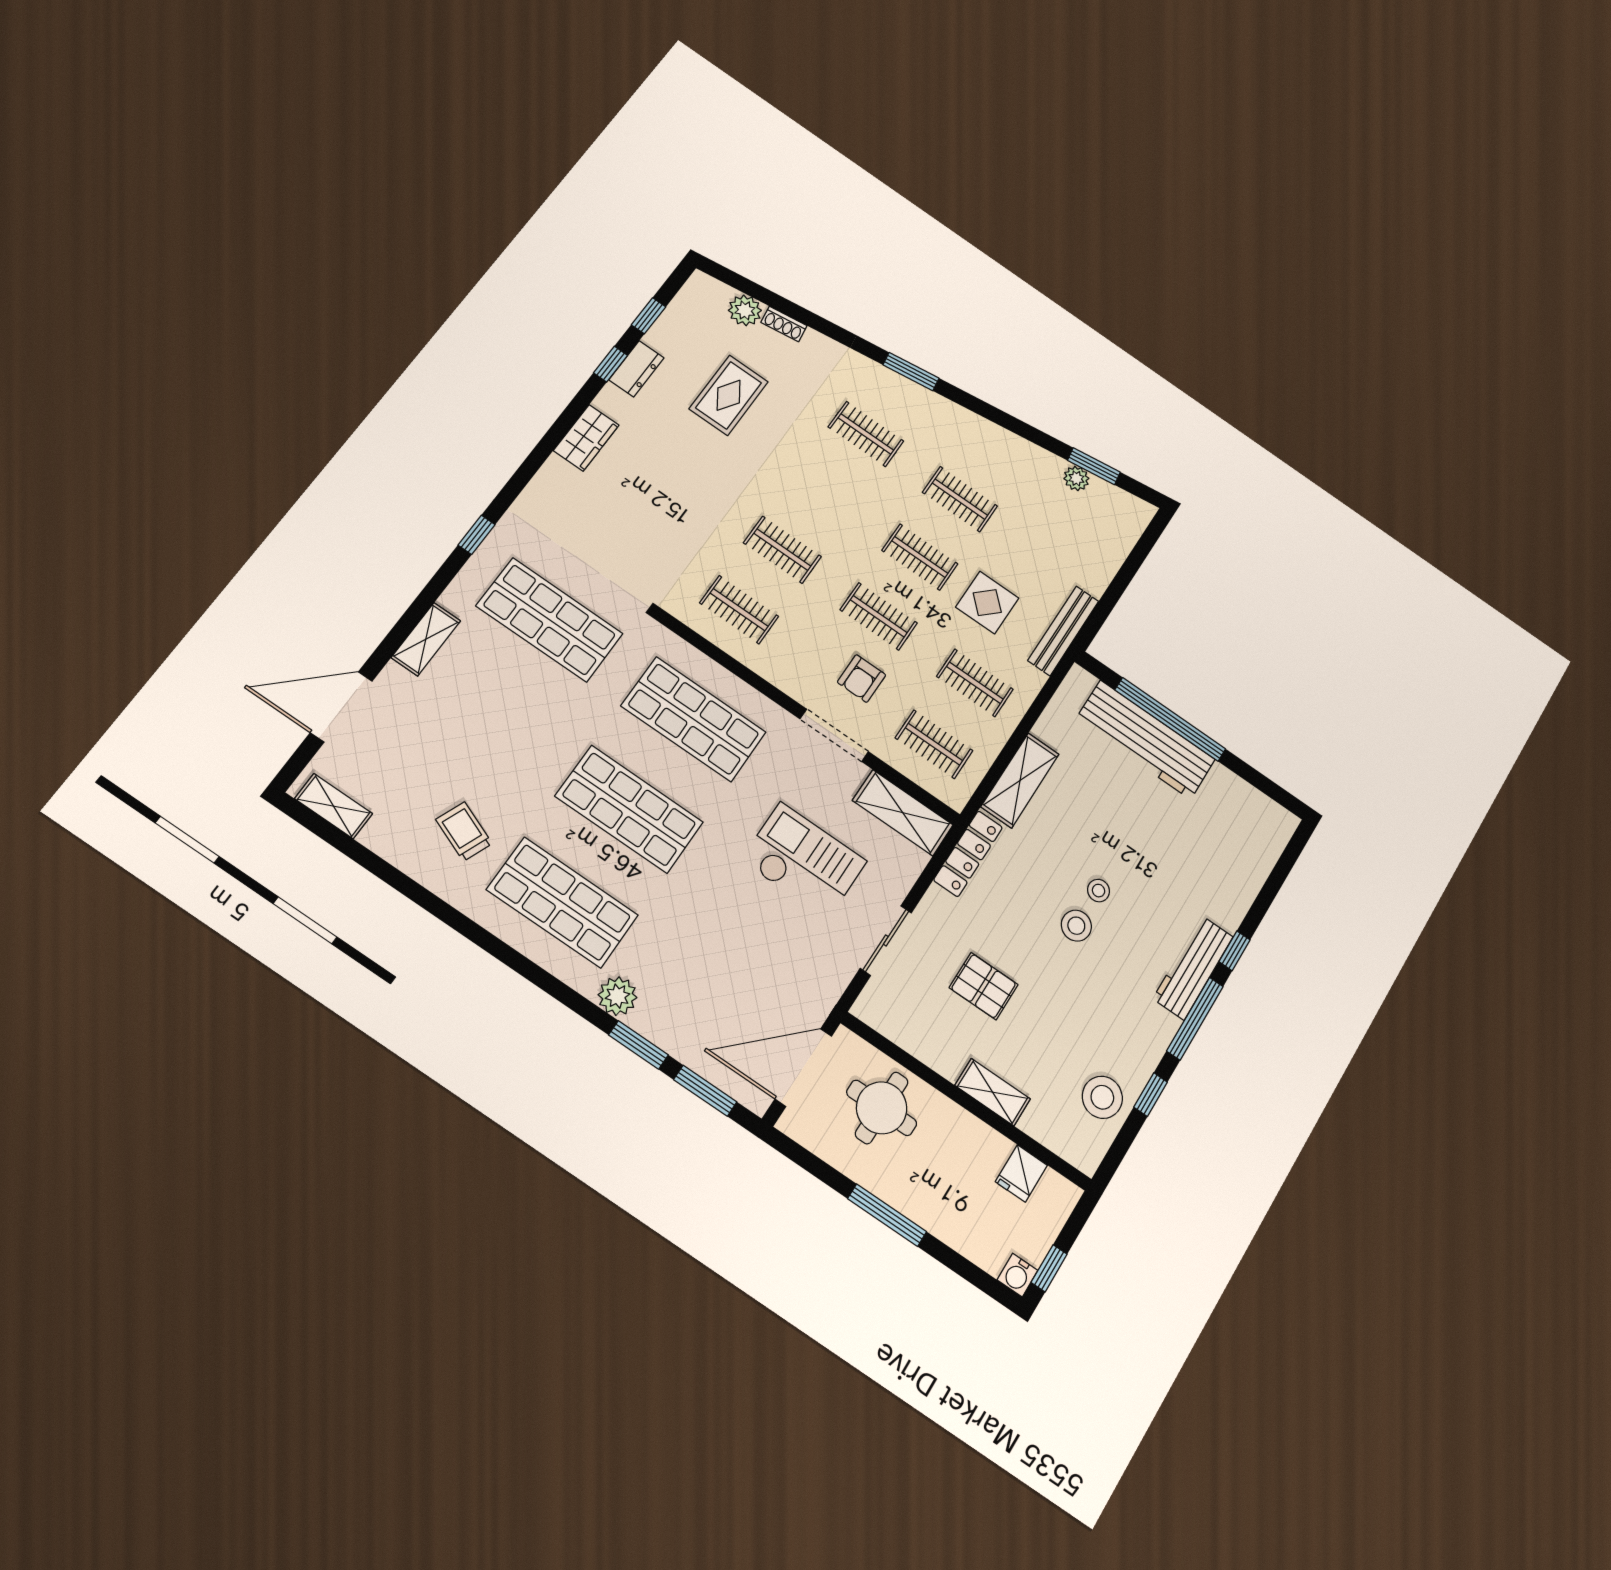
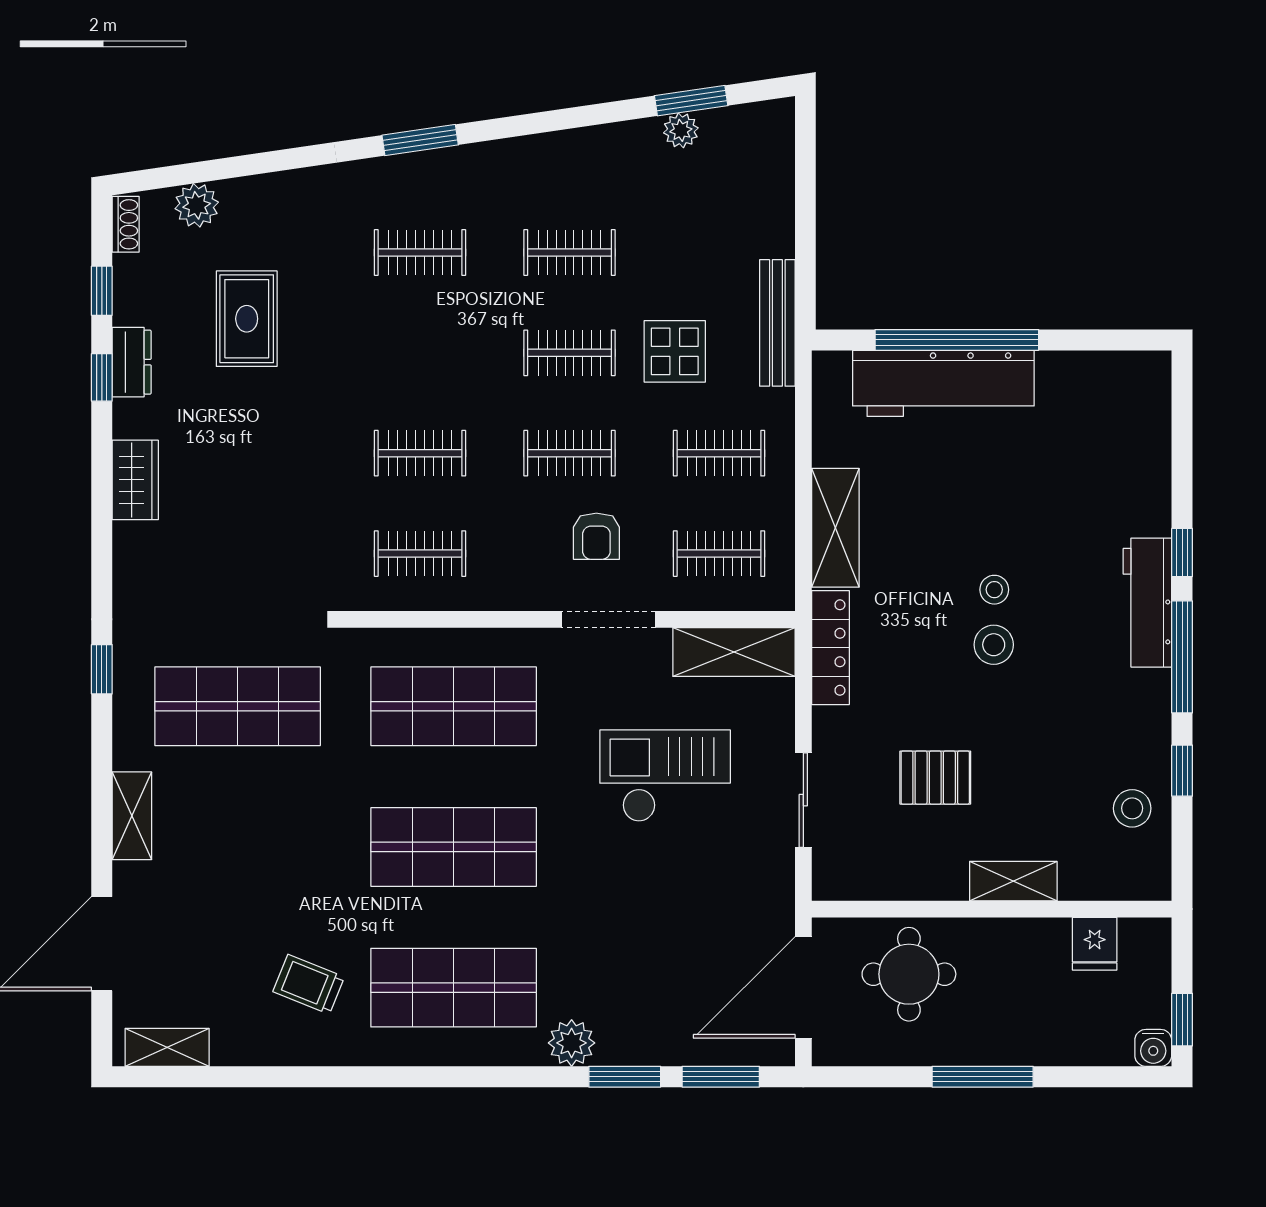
shoe rack: (784, 324) -> (126, 224), moved, turned -82
stool: (1102, 1097) -> (1132, 808), width x0.73, depth x0.73

